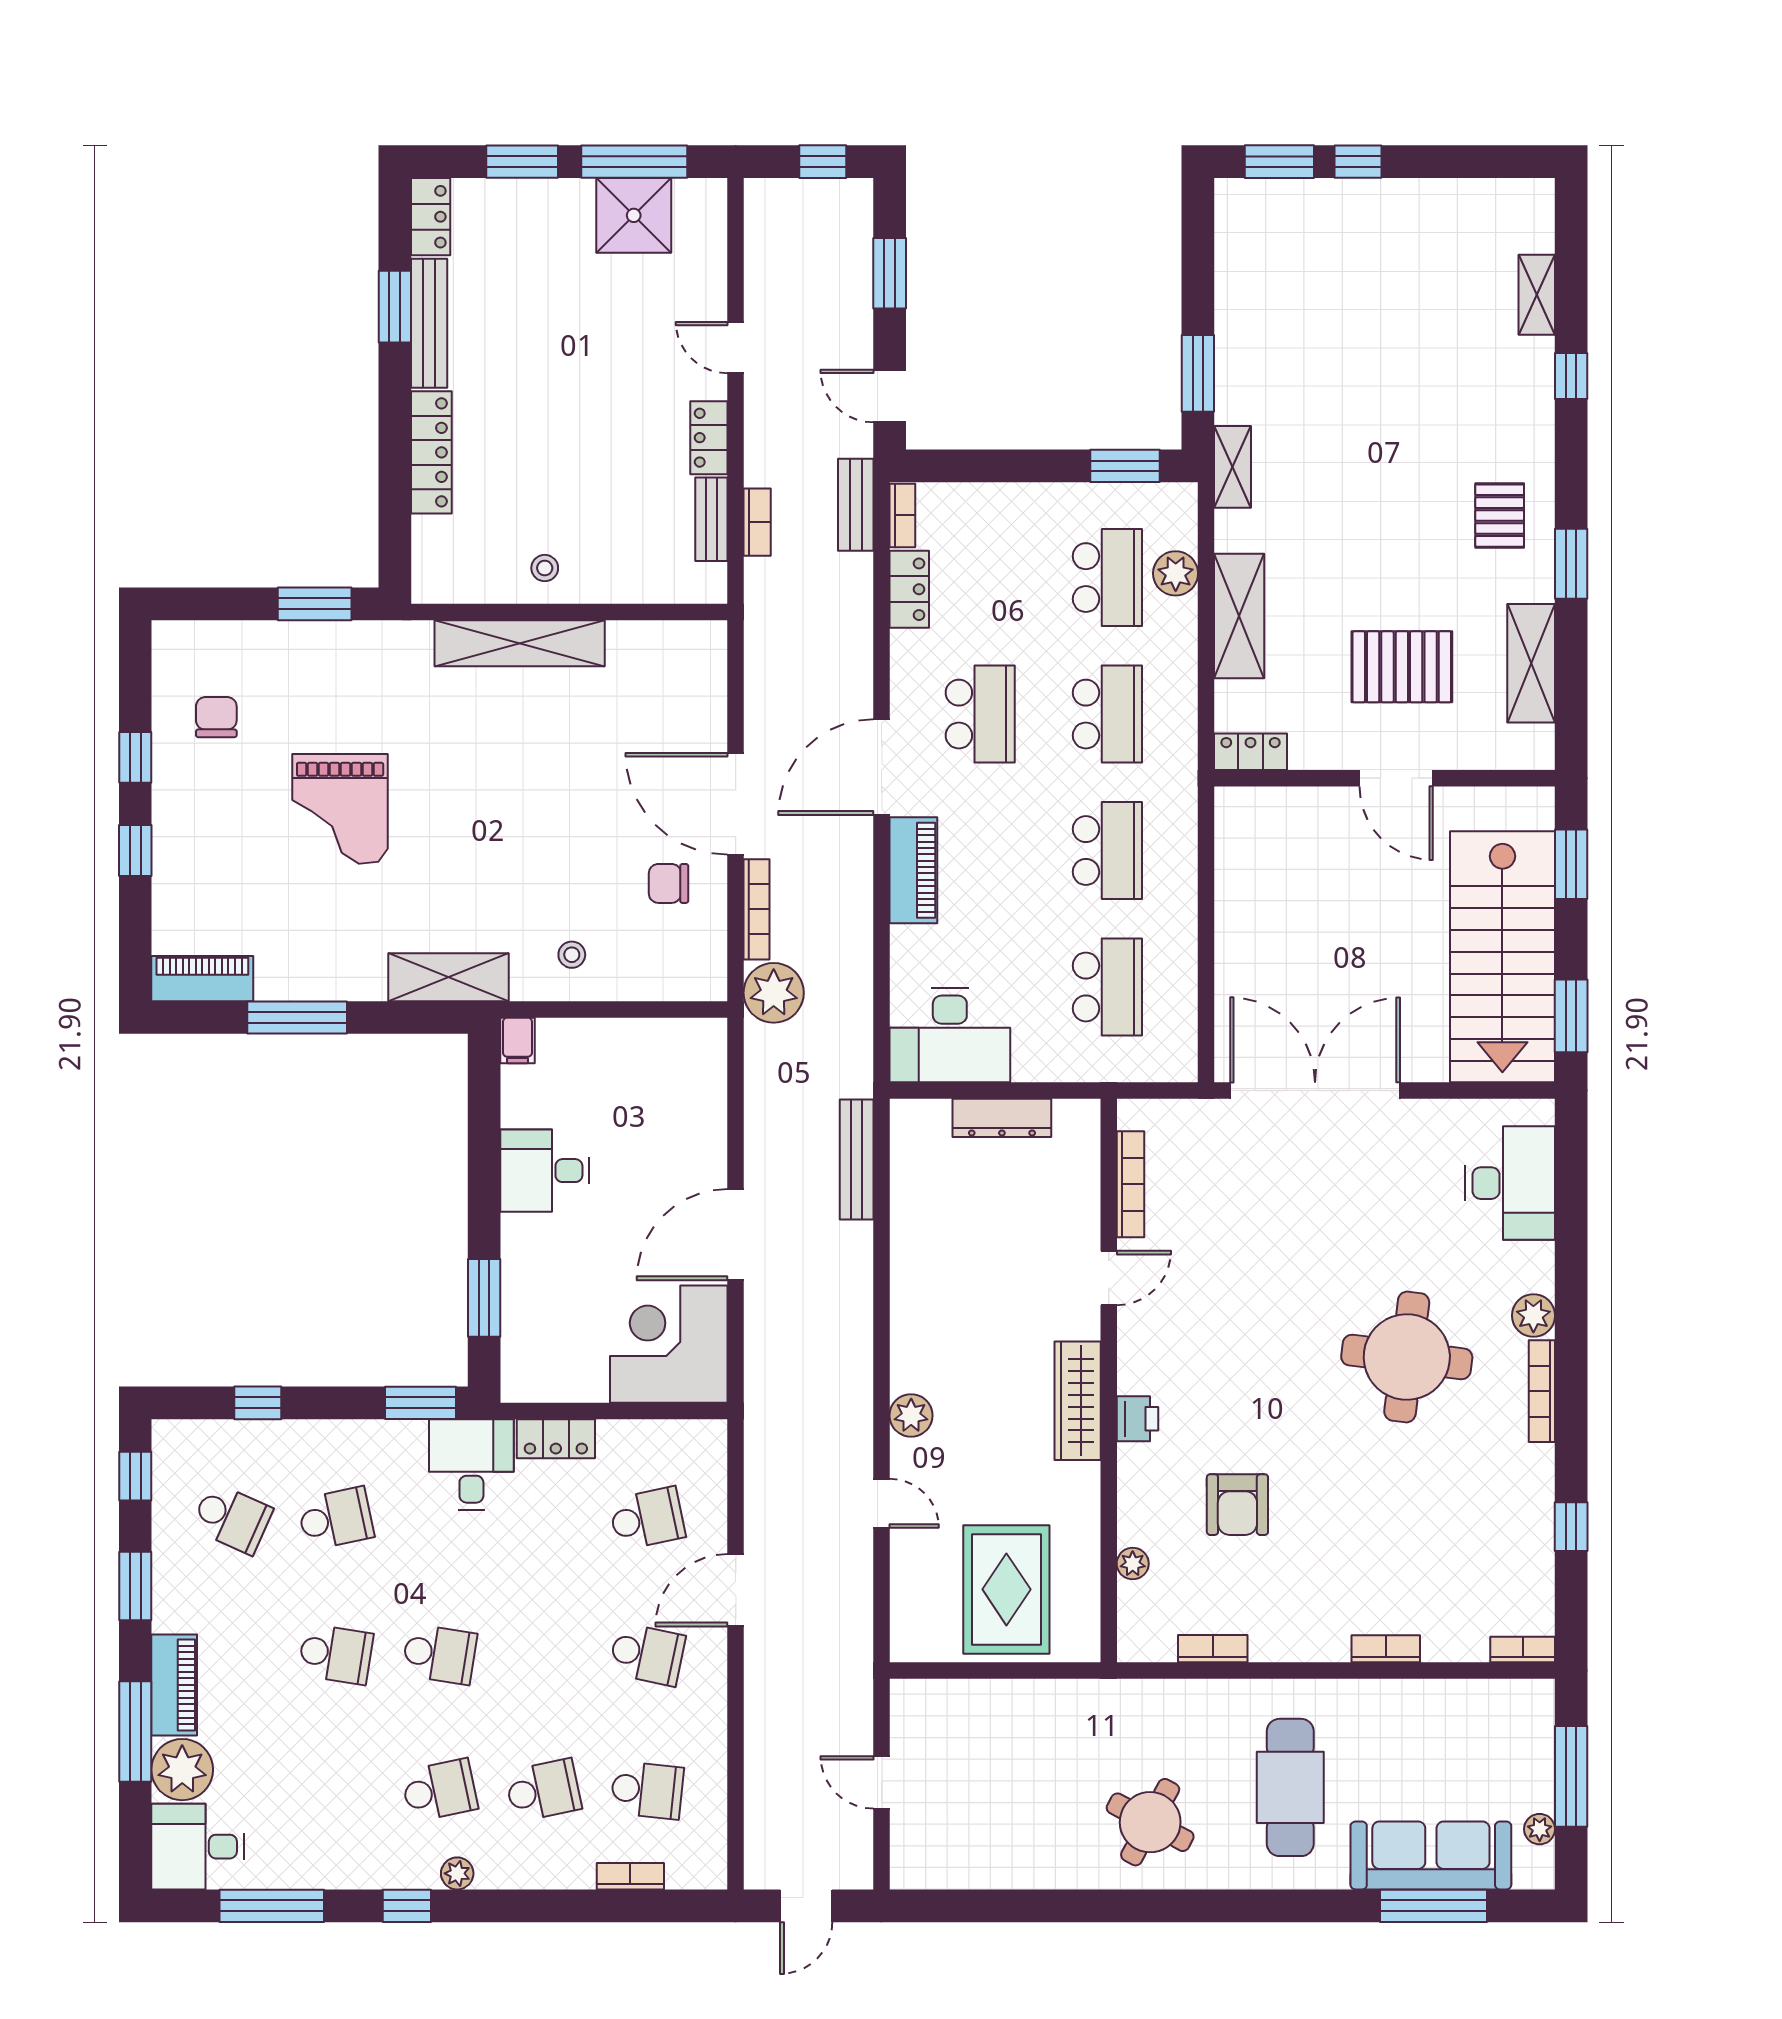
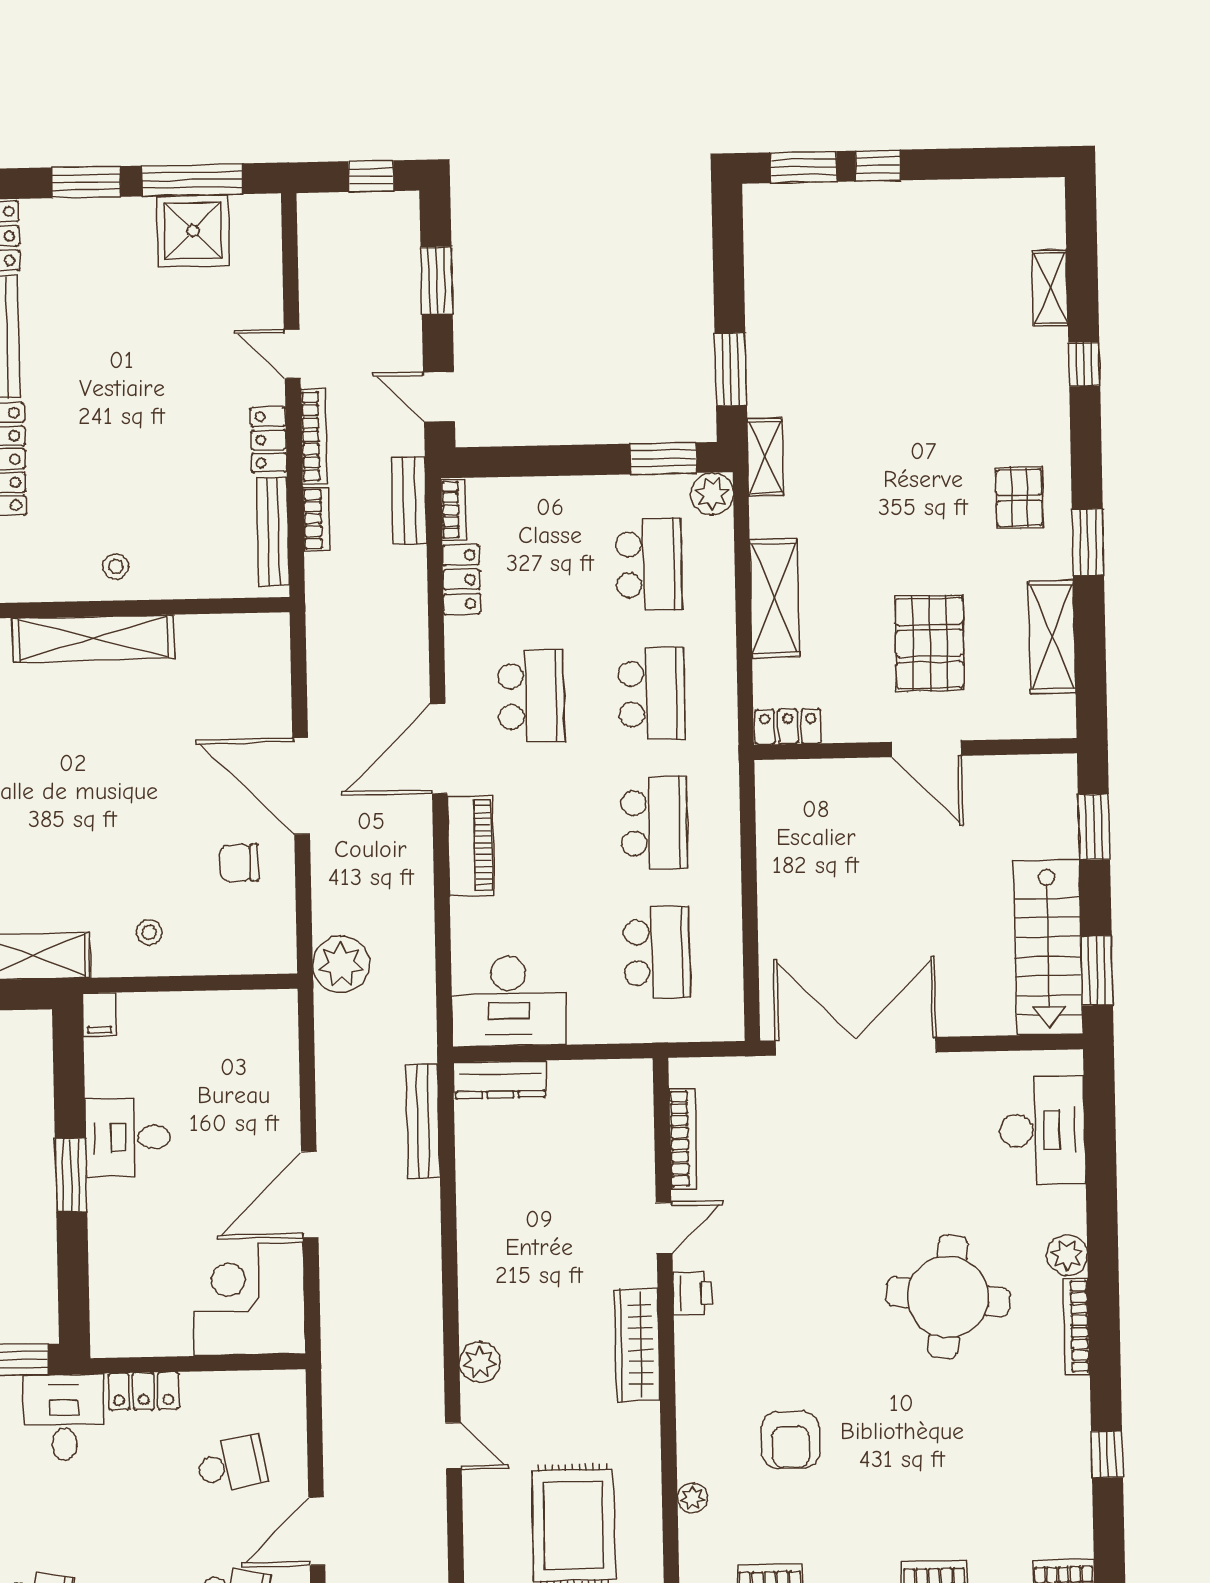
bench: (711, 519) -> (273, 532), width x1.36
plant: (1176, 573) -> (712, 494), moved
pallet: (1402, 667) -> (930, 643), turned 90
bookcase: (757, 909) -> (314, 436), moved
stairs: (1502, 957) -> (1048, 947), width x0.73, depth x0.66
dresser: (1002, 1118) -> (500, 1080), moved
window: (484, 1298) -> (71, 1175), moved
printer: (1137, 1419) -> (693, 1293), moved

